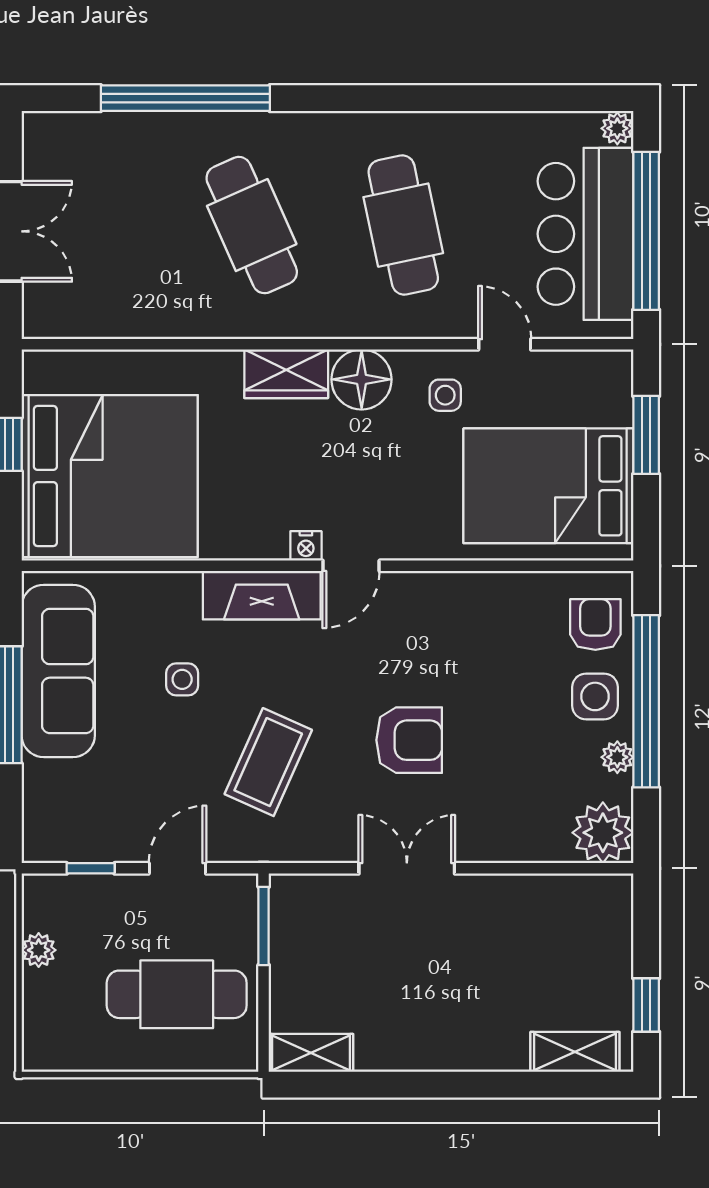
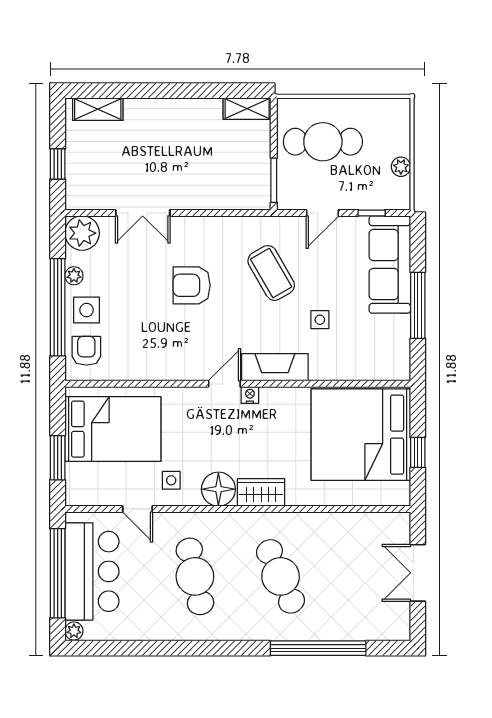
armchair: (595, 624) -> (86, 351), turned 180
sofa: (58, 671) -> (390, 264), moved
coffee table: (268, 762) -> (271, 273), turned -54
double door: (407, 868) -> (143, 213), moved
window: (646, 1005) -> (58, 164), moved

